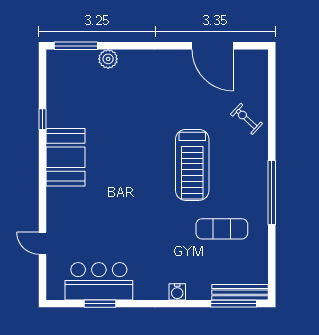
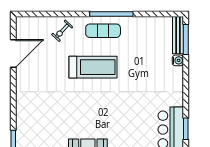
plant: (108, 59) -> (22, 123), removed
exercise mat: (222, 229) -> (103, 31), moved, turned 90
water cooler: (177, 292) -> (178, 60), moved

